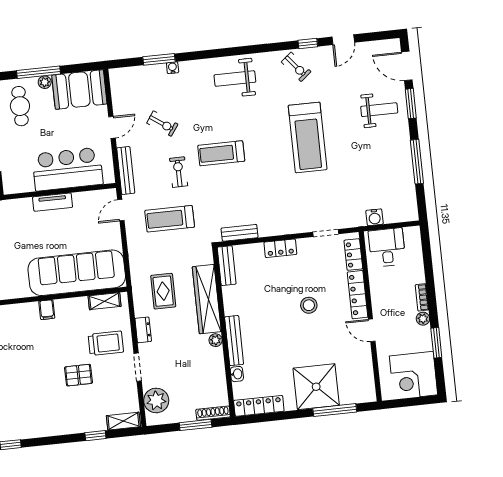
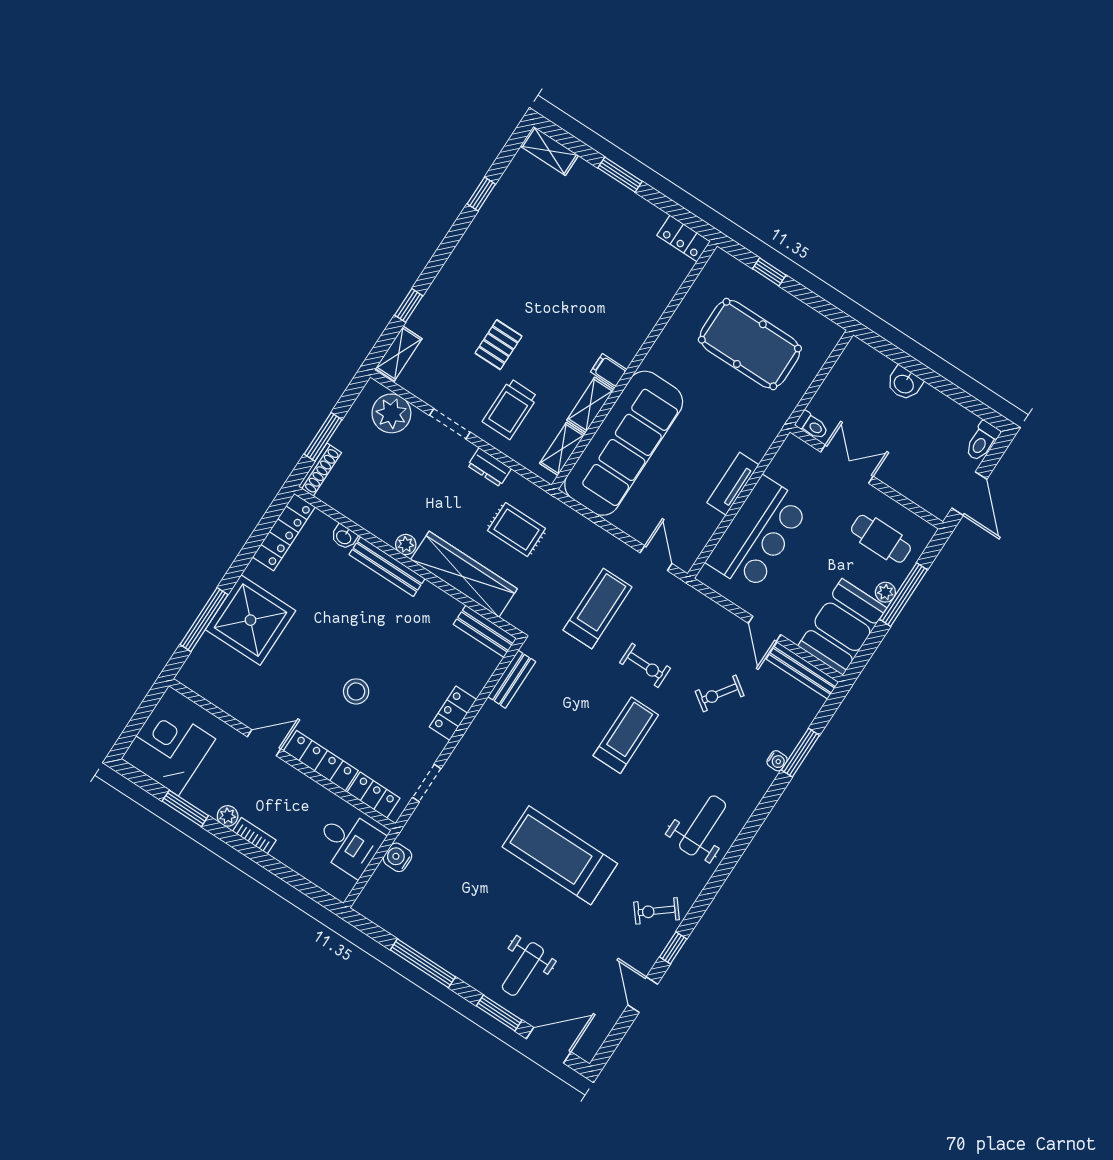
bench: (126, 171) -> (802, 671), moved
shelving: (71, 305) -> (590, 405), added

